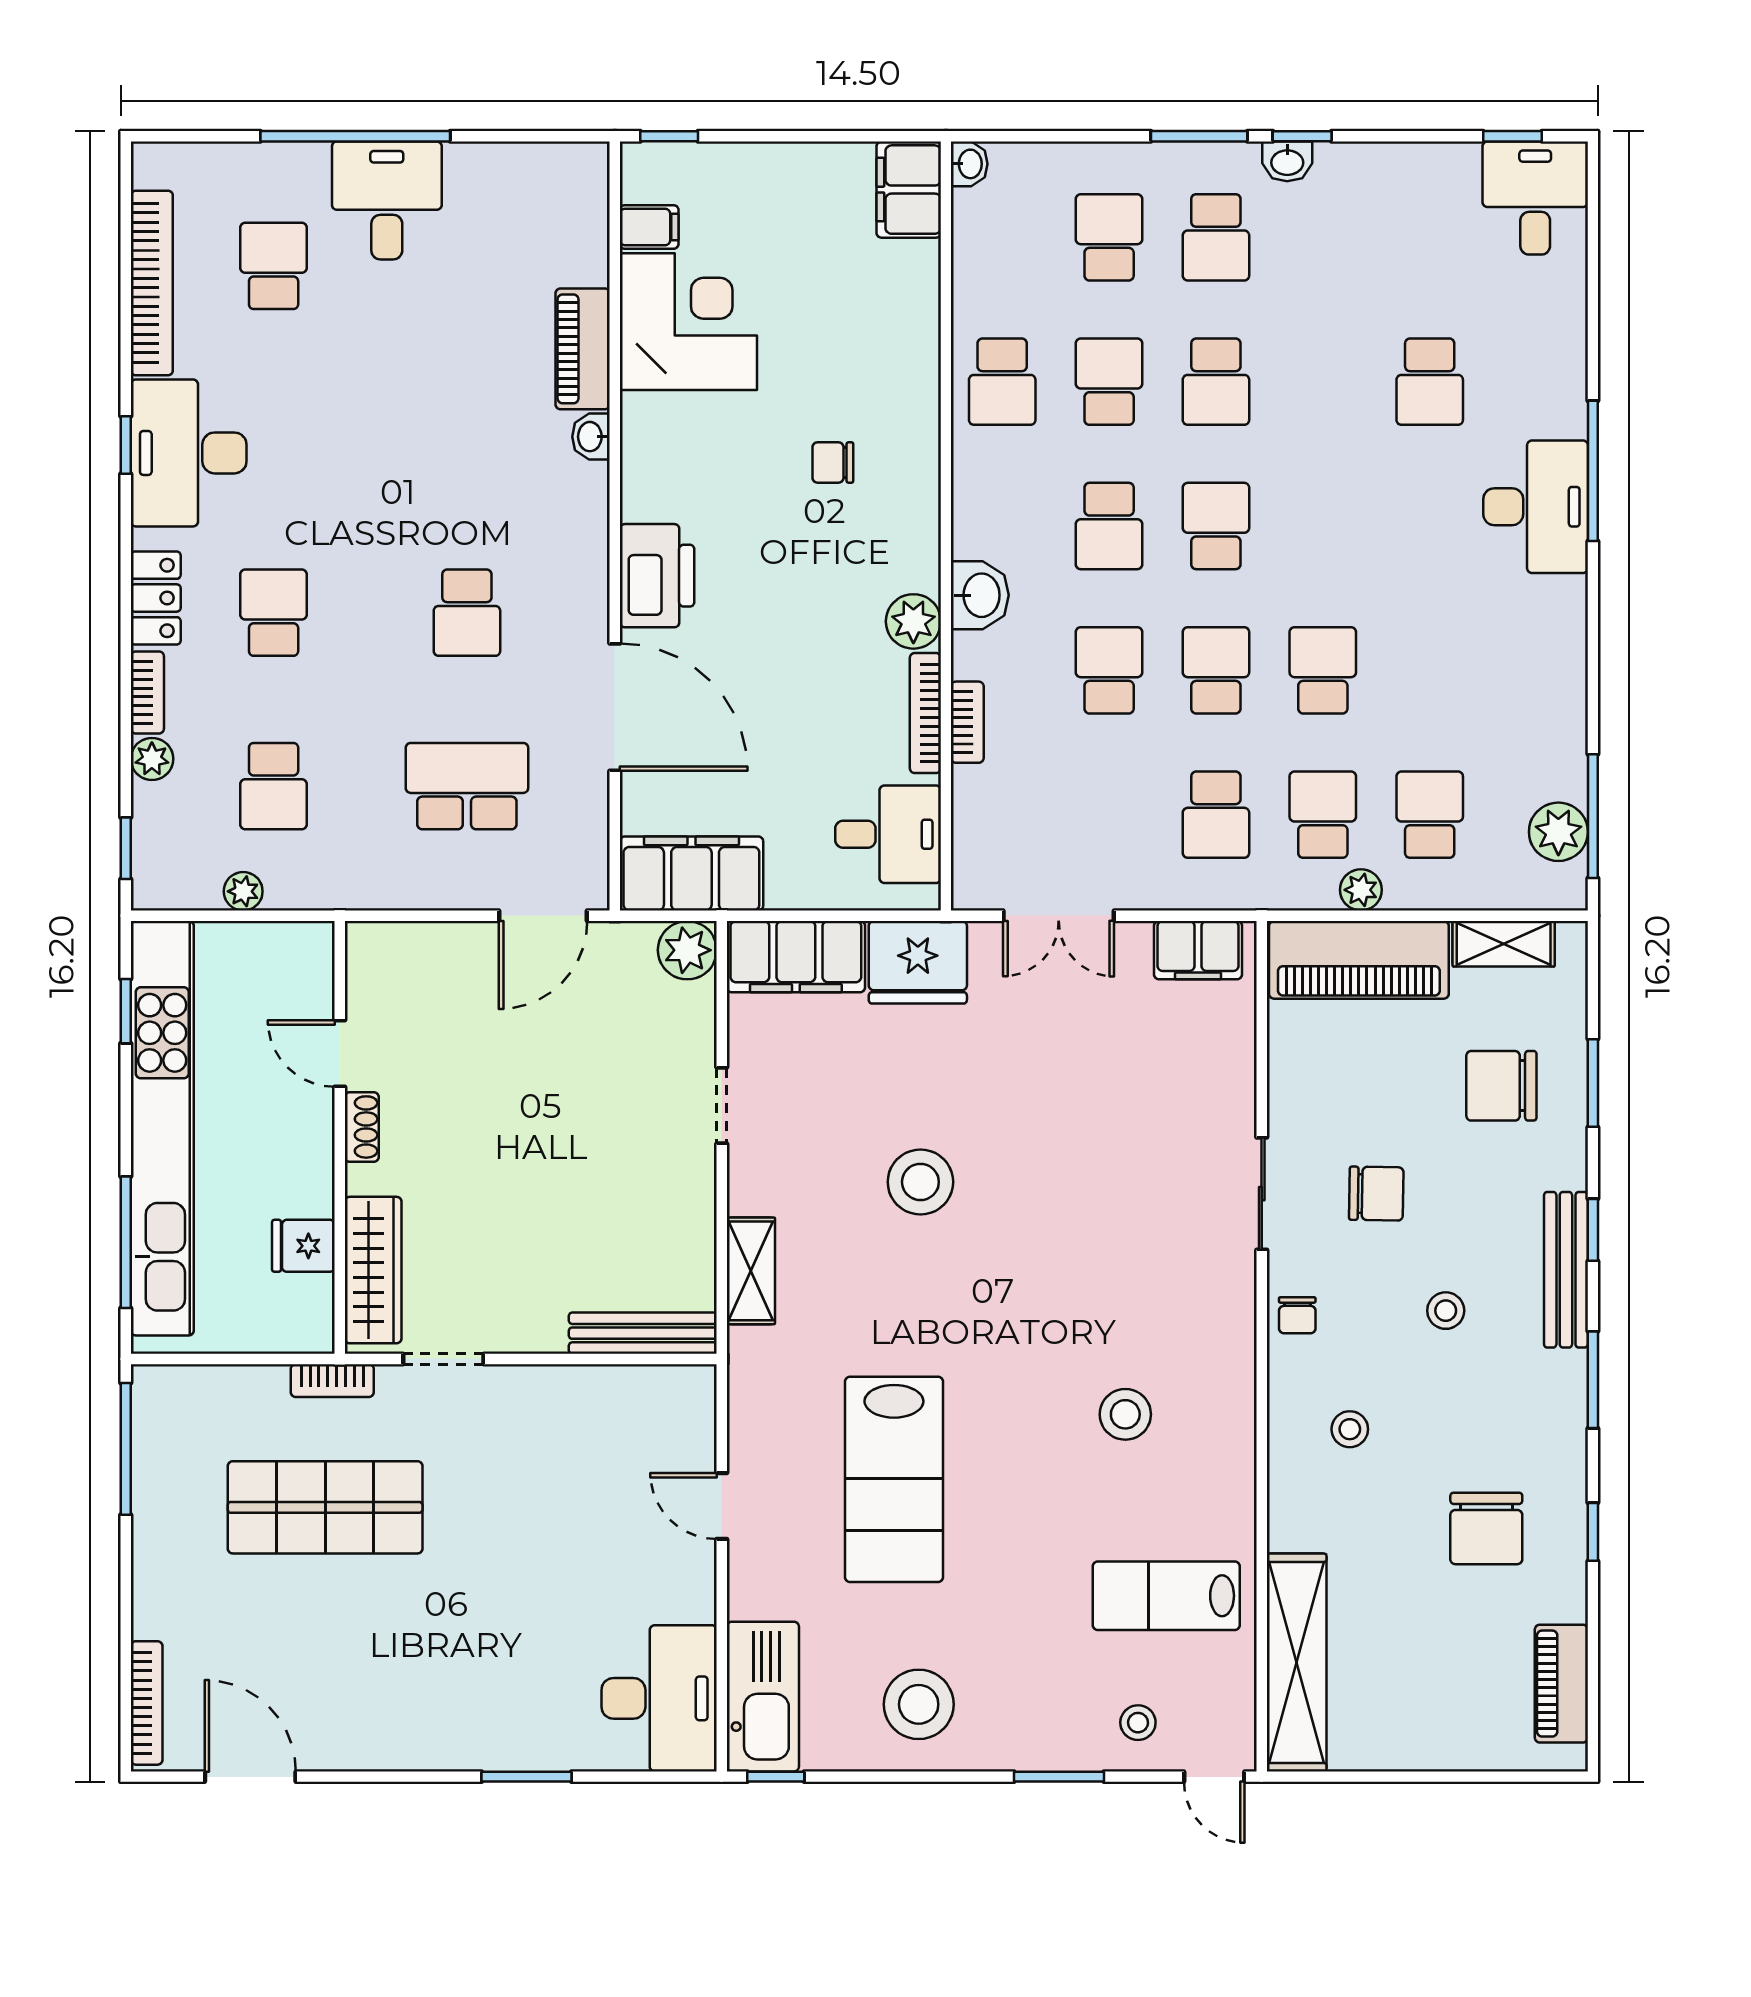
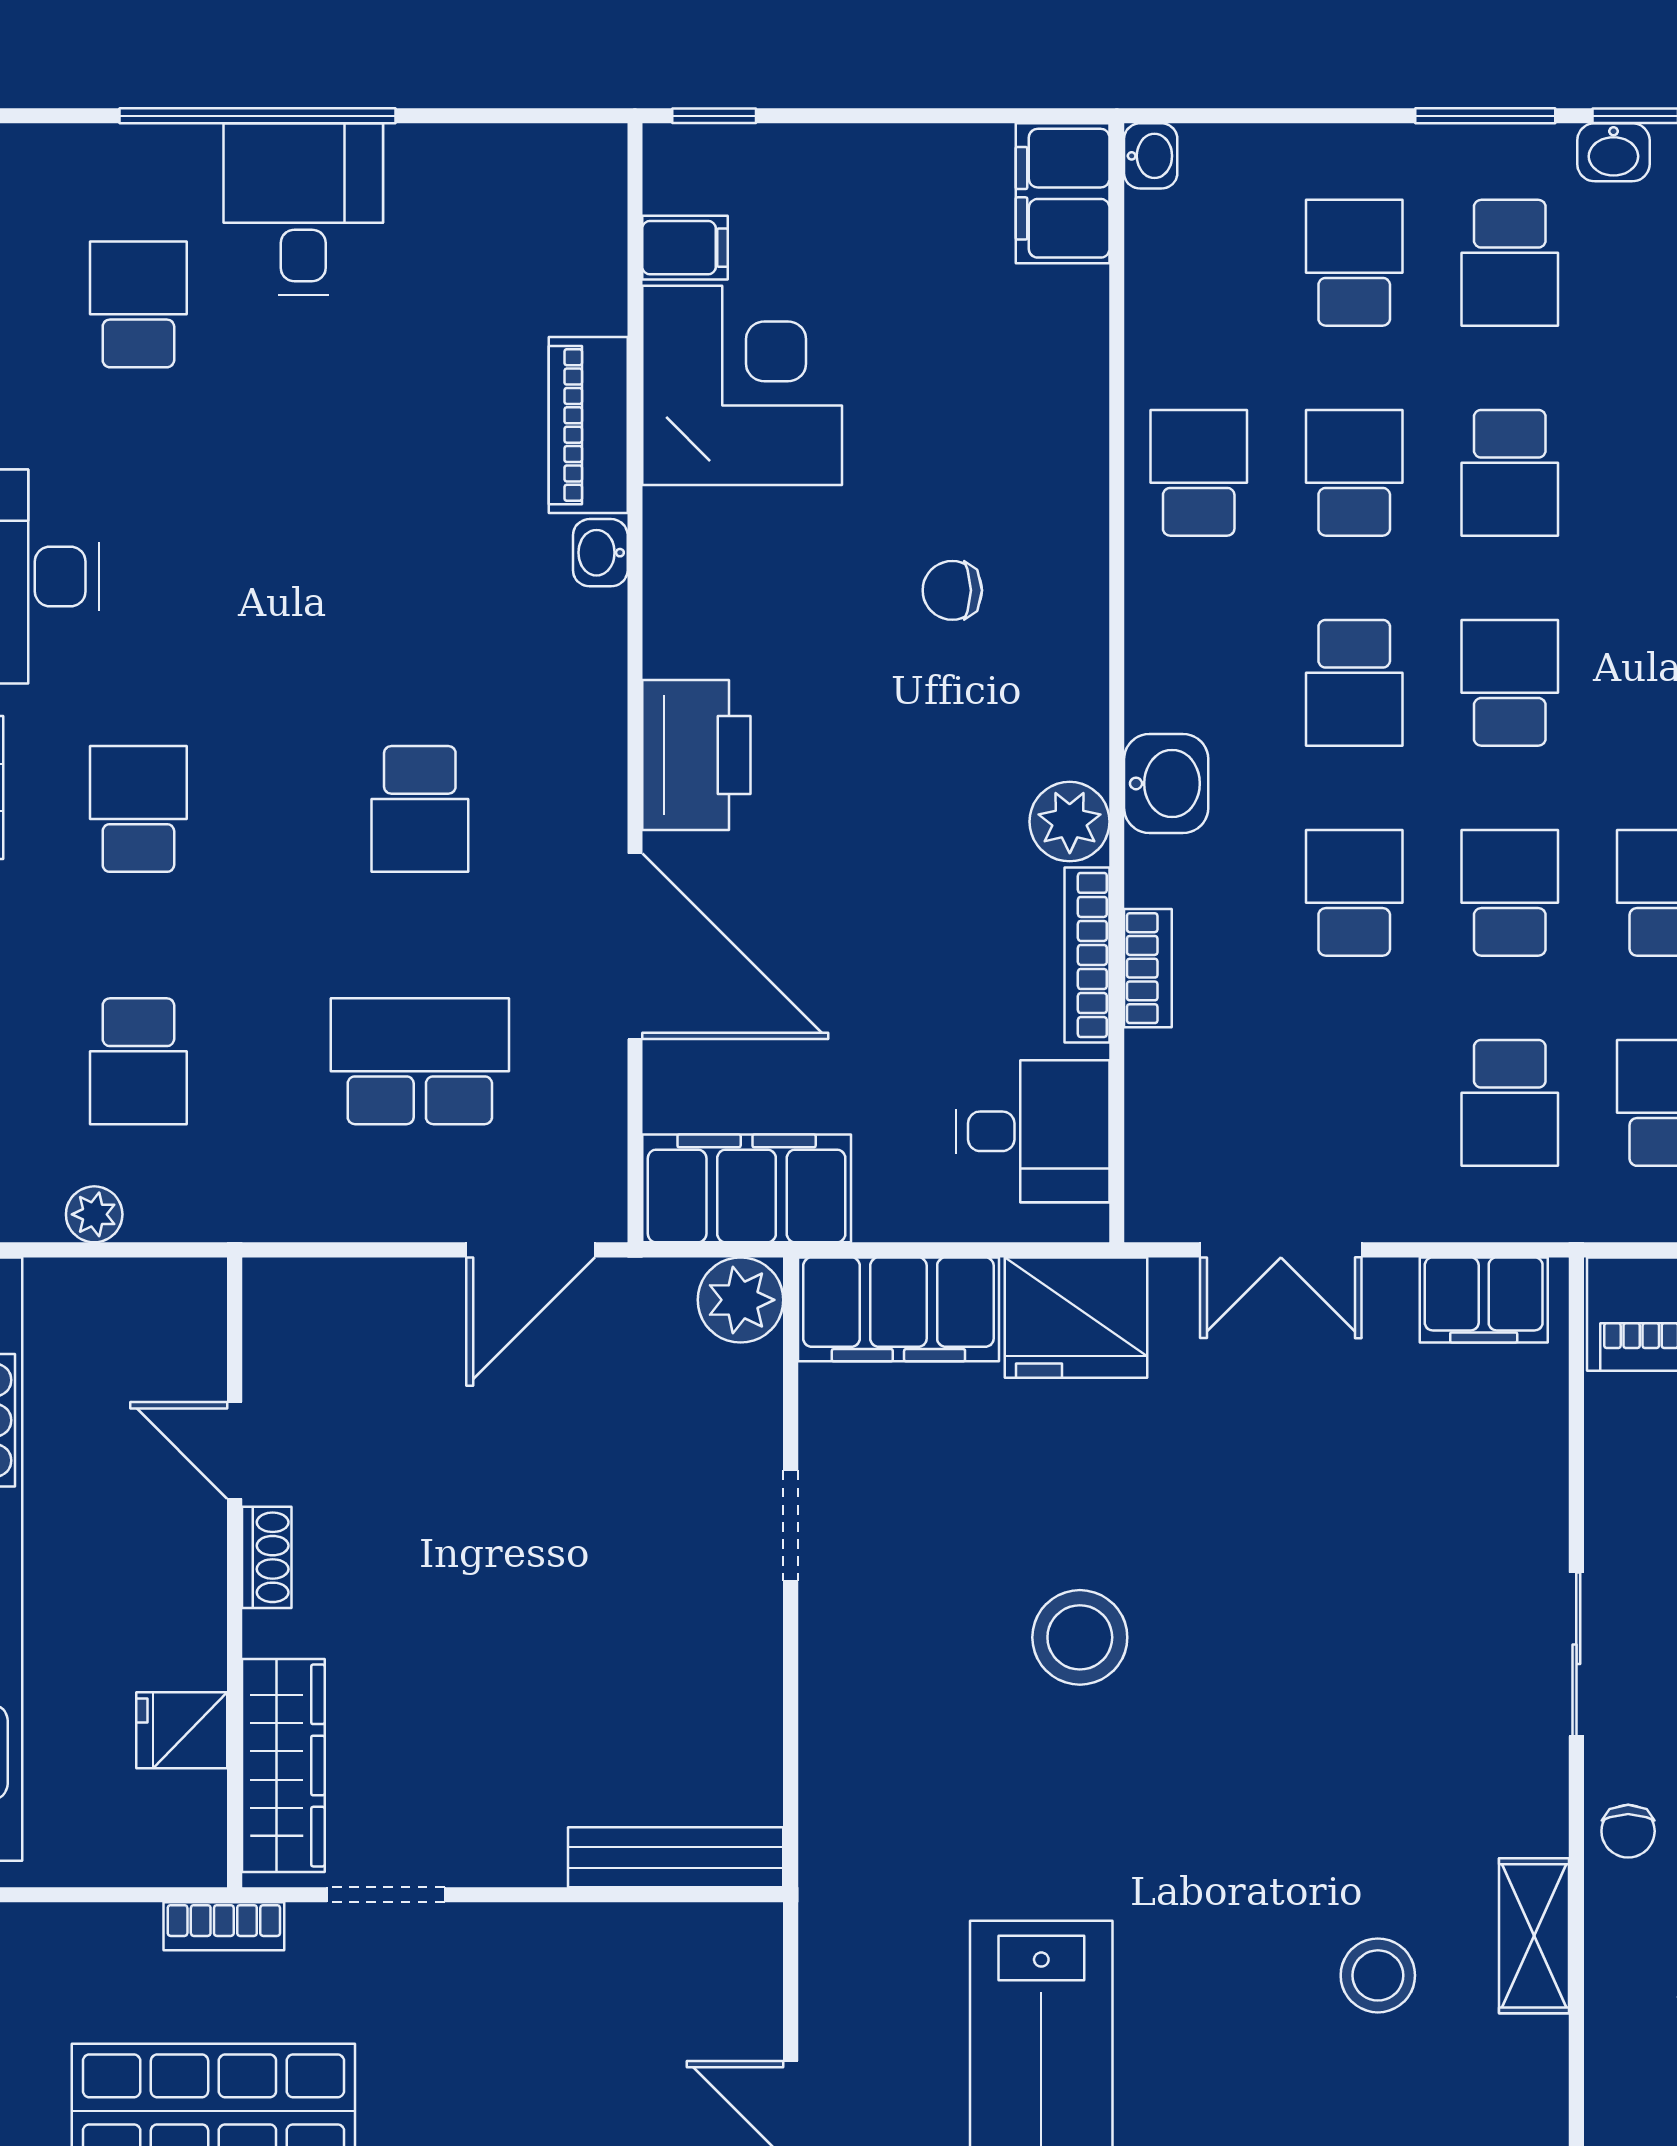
school desk: (1002, 382) -> (1199, 473), turned 180
shelving: (751, 1271) -> (1534, 1936), moved

